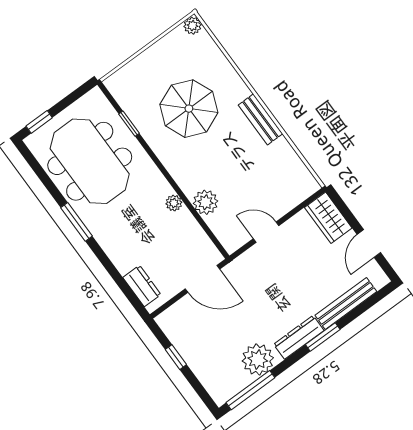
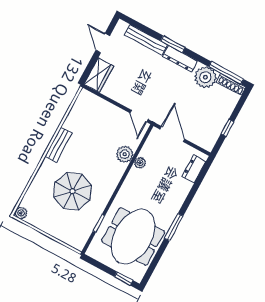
plant: (174, 203) -> (140, 163), moved
door: (266, 232) -> (139, 116), moved
door: (369, 243) -> (103, 43), swing flipped
shoe rack: (232, 390) -> (231, 85), added

